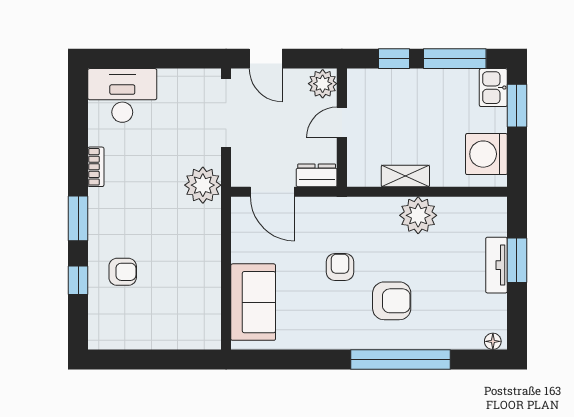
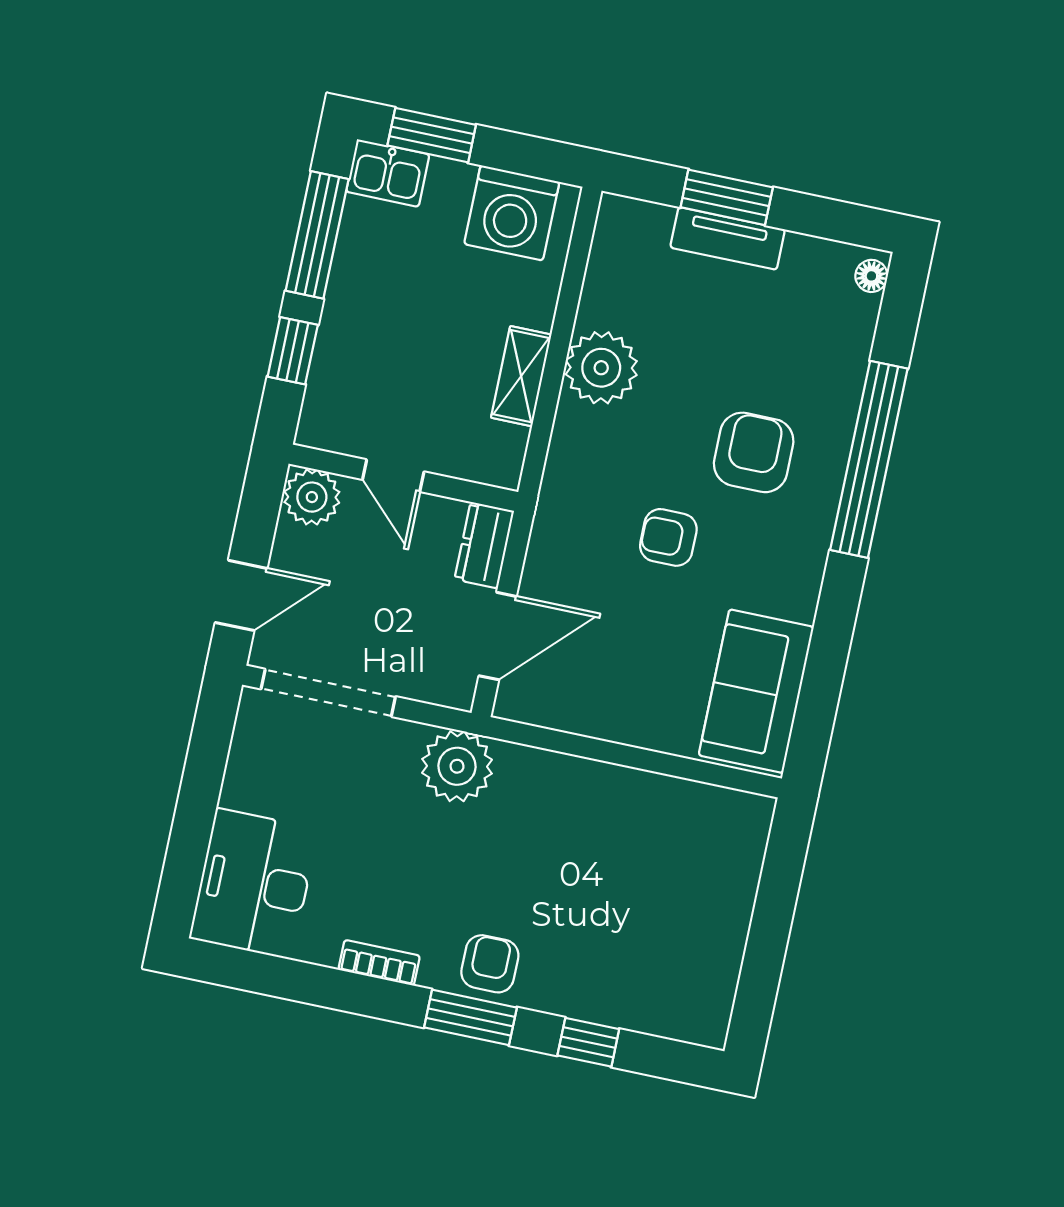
armchair: (123, 272) -> (490, 964), moved
sofa: (253, 302) -> (756, 691), moved, turned -90

